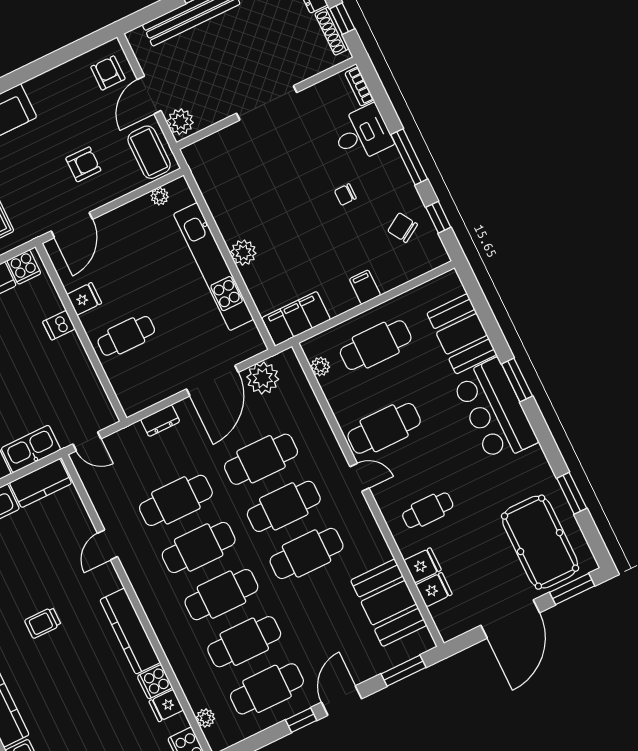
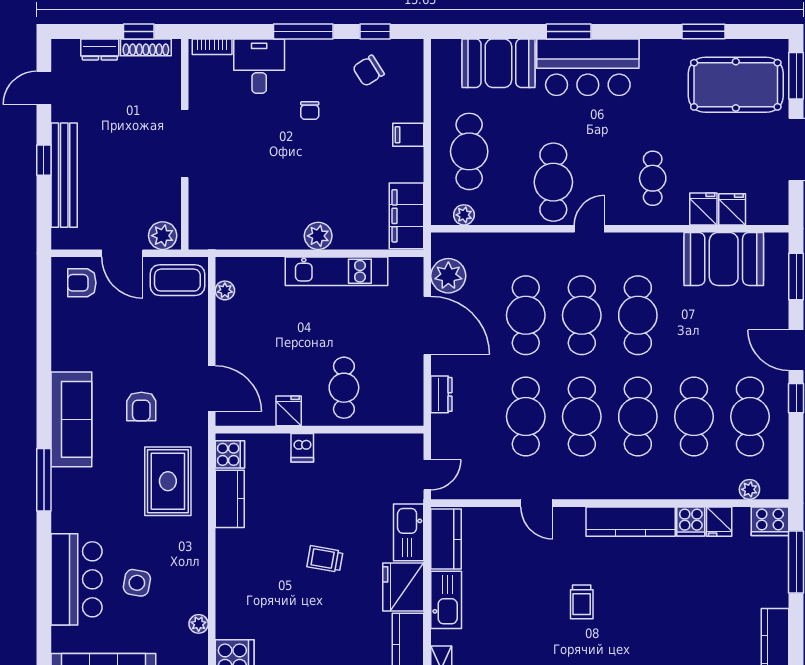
armchair: (83, 164) -> (141, 406), moved, turned 180
kitchen unit: (214, 267) -> (336, 271), width x0.73

